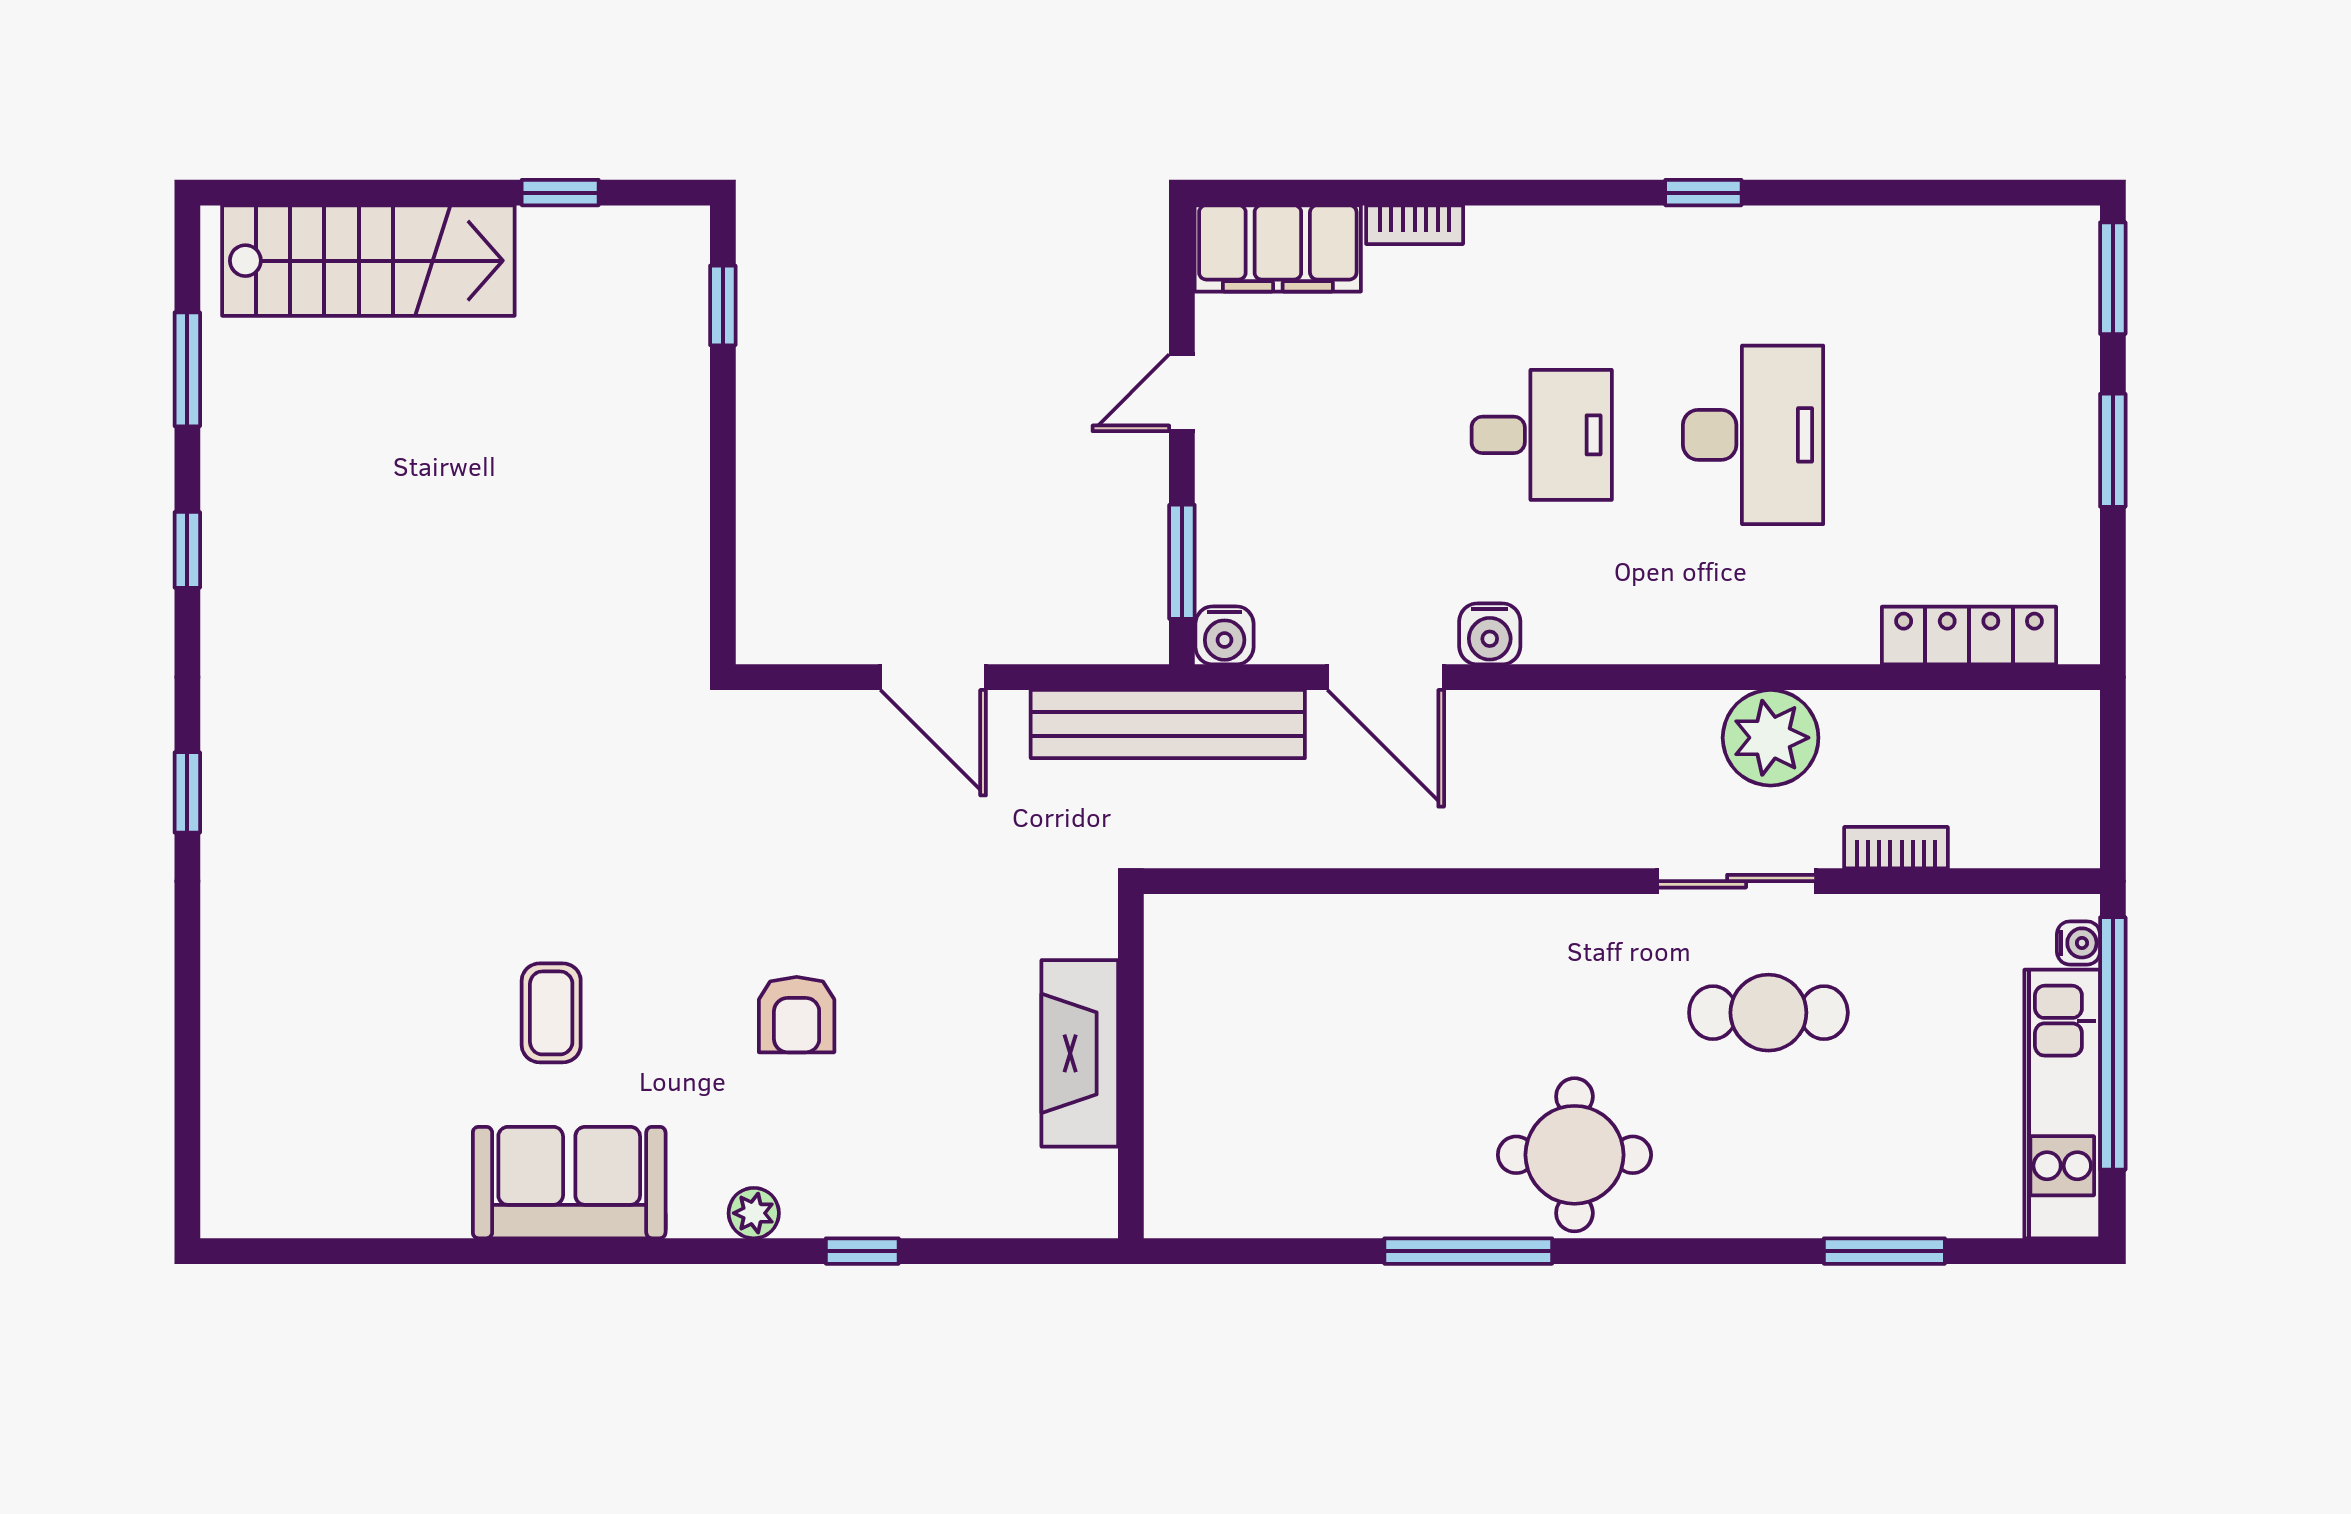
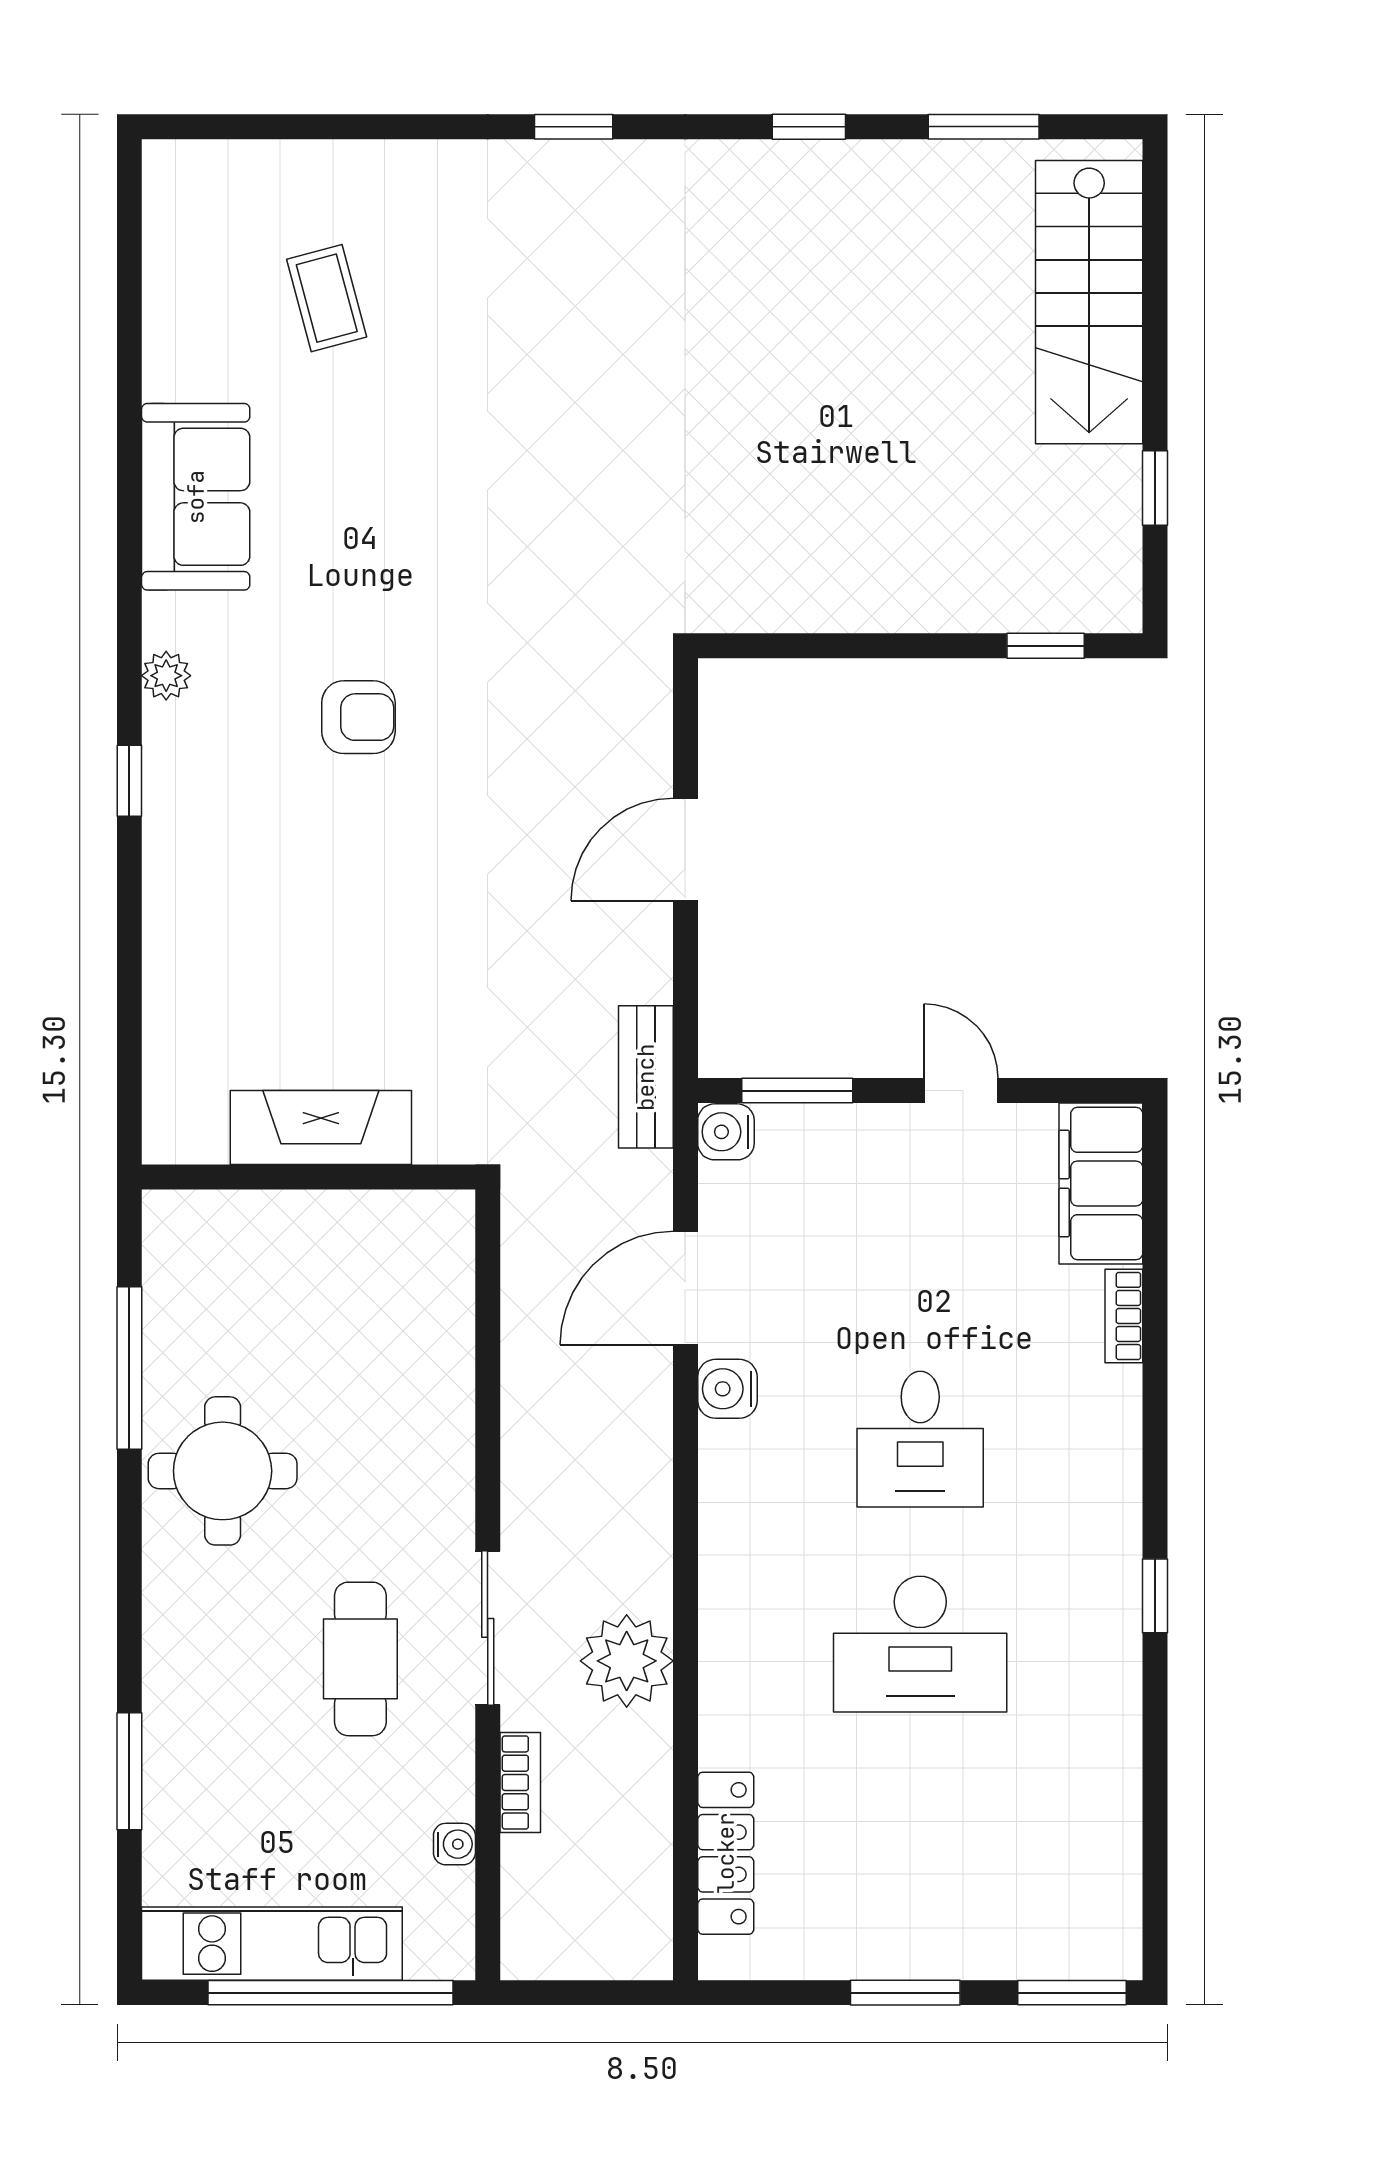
bench: (1168, 724) -> (646, 1077), width x0.54, depth x0.82
water cooler: (2078, 943) -> (454, 1844), moved, turned -90
coffee table: (551, 1013) -> (327, 298), moved, turned 75
armchair: (797, 1015) -> (358, 717), turned 180
fireplace: (1080, 1053) -> (321, 1127), moved
wall: (1131, 1066) -> (309, 1177), moved

